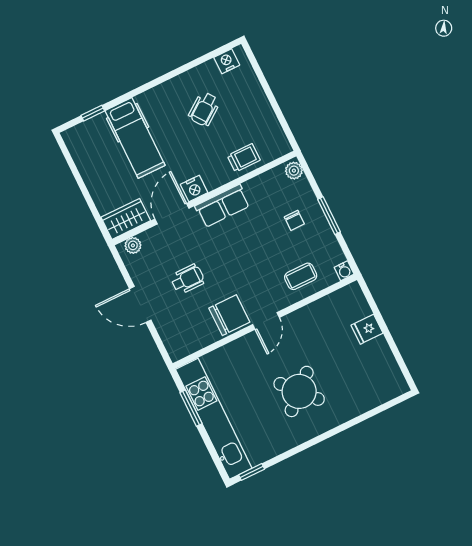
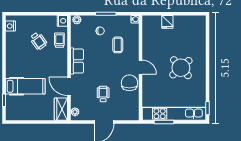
wheelchair: (204, 109) -> (38, 41), moved
nightstand: (194, 188) -> (62, 21), moved
coffee table: (301, 276) -> (118, 45), moved

